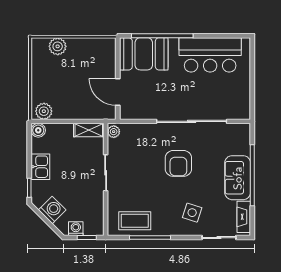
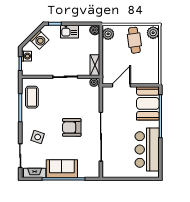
plant: (58, 46) -> (153, 33), moved
cafe table: (53, 73) -> (134, 40), added

